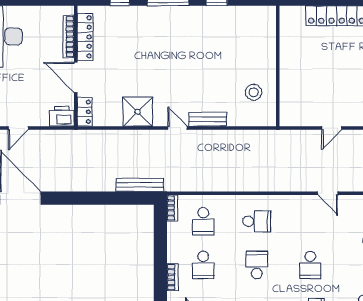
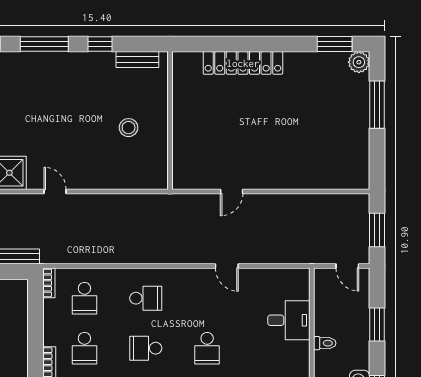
stool: (254, 92) -> (129, 128), moved
bench: (208, 119) -> (137, 60), moved
school desk: (257, 265) -> (146, 348), turned -90

